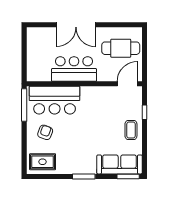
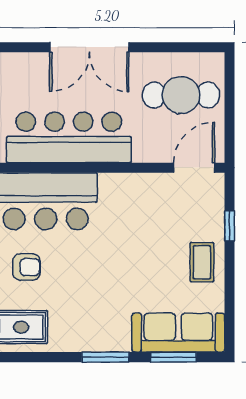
bar counter: (74, 69) -> (69, 137), width x1.36
armchair: (45, 132) -> (26, 267), turned 70
window: (128, 176) -> (173, 357), moved

